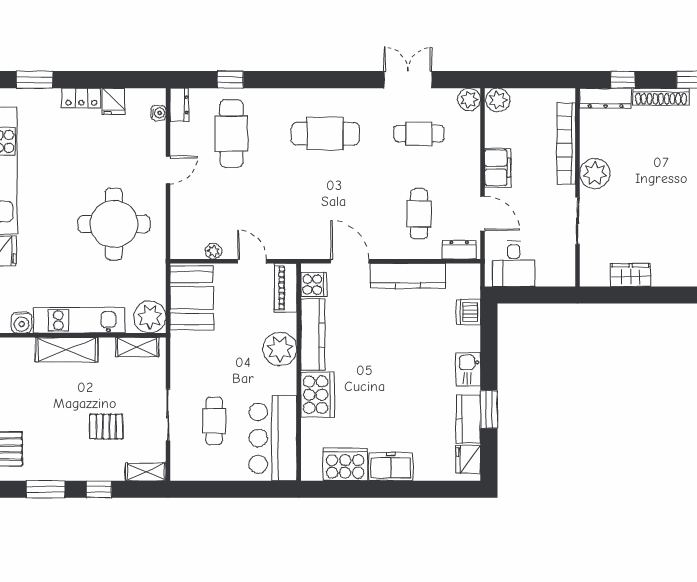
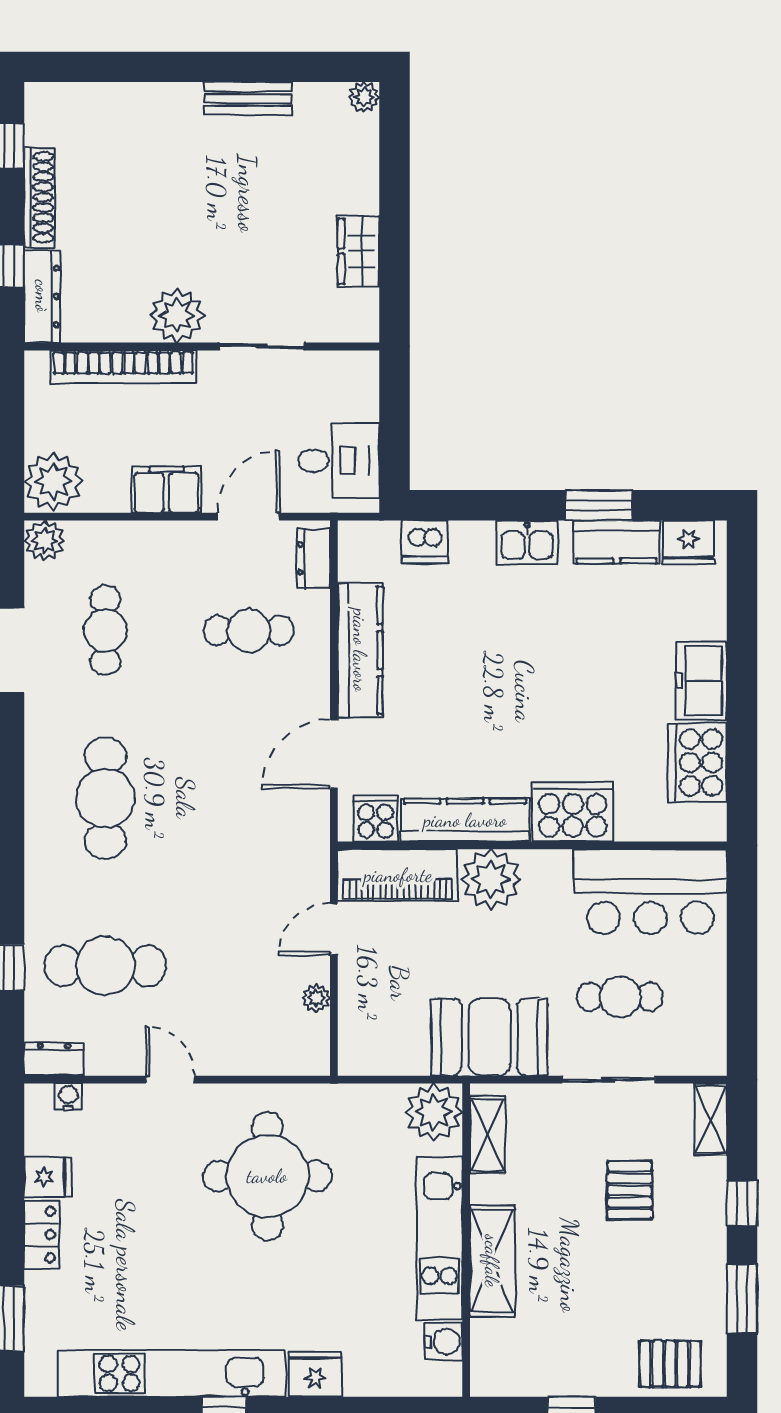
plant: (498, 100) -> (53, 481), width x1.36, depth x1.36
piano: (286, 288) -> (398, 875), width x1.37, depth x1.33
booth: (192, 298) -> (489, 1037), moved

